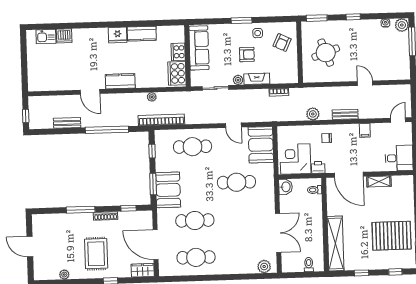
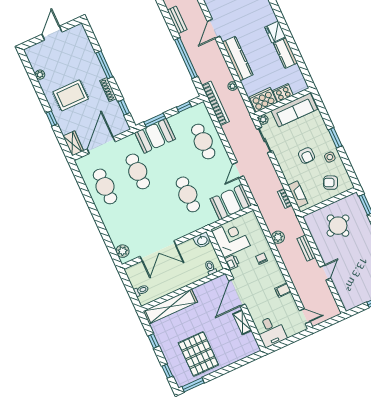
fireplace: (257, 79) -> (298, 194), moved
plant: (238, 80) -> (263, 120), moved
kitchen counter: (120, 81) -> (238, 58), width x1.50
bench: (345, 114) -> (306, 248), moved

